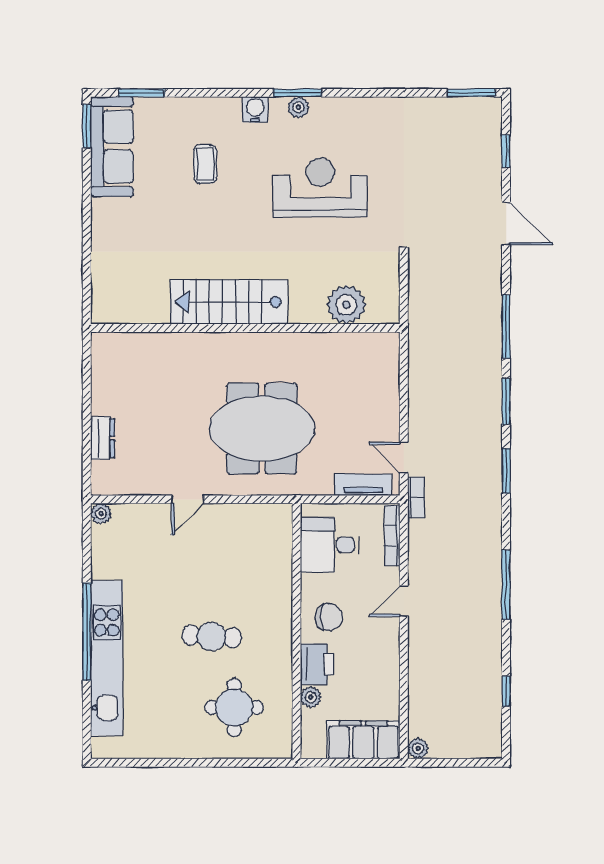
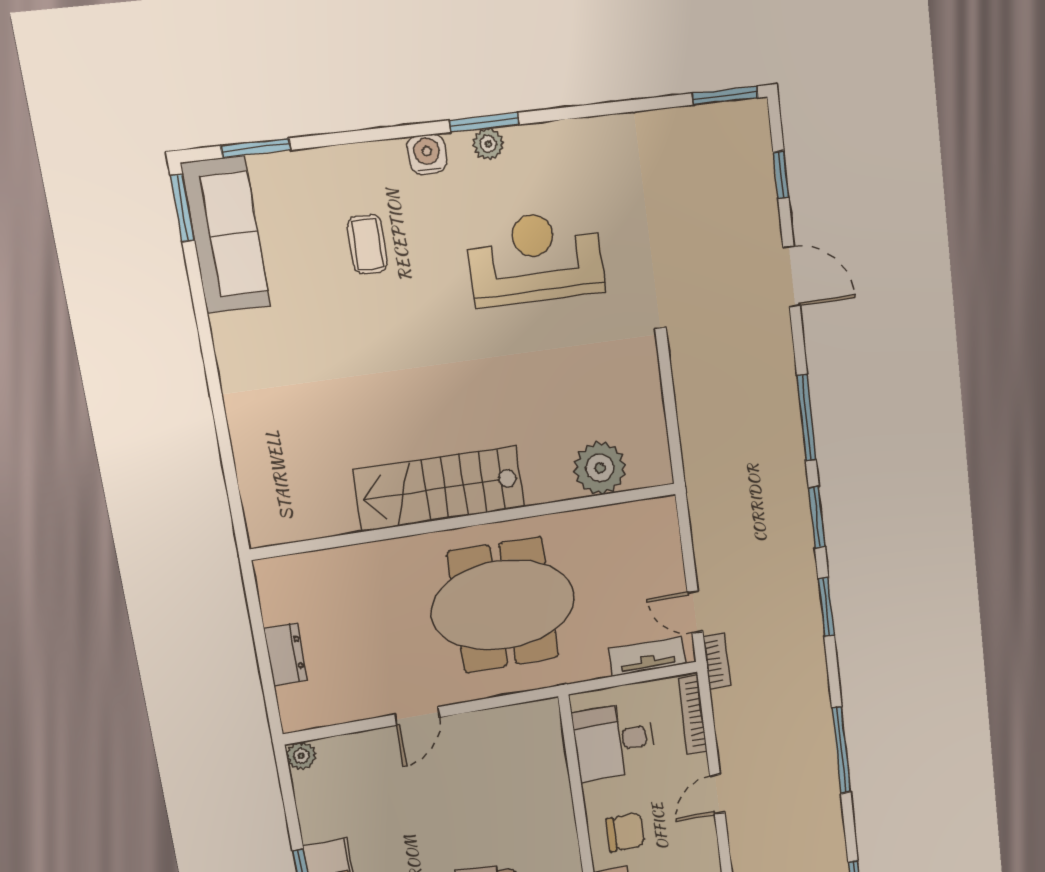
stairs: (229, 302) -> (439, 489), moved
plant: (346, 305) -> (600, 468), moved
wall: (245, 328) -> (468, 521), moved

